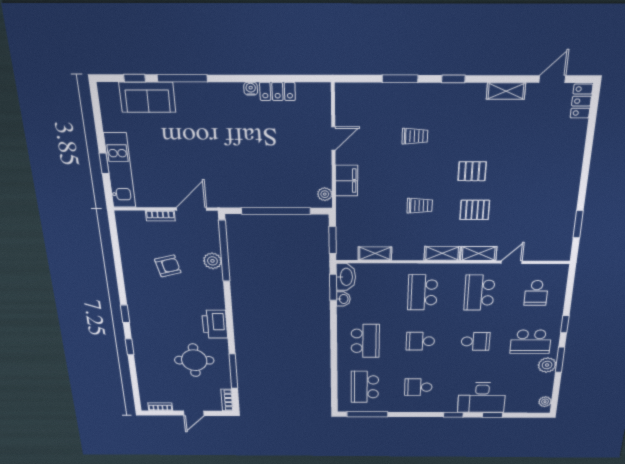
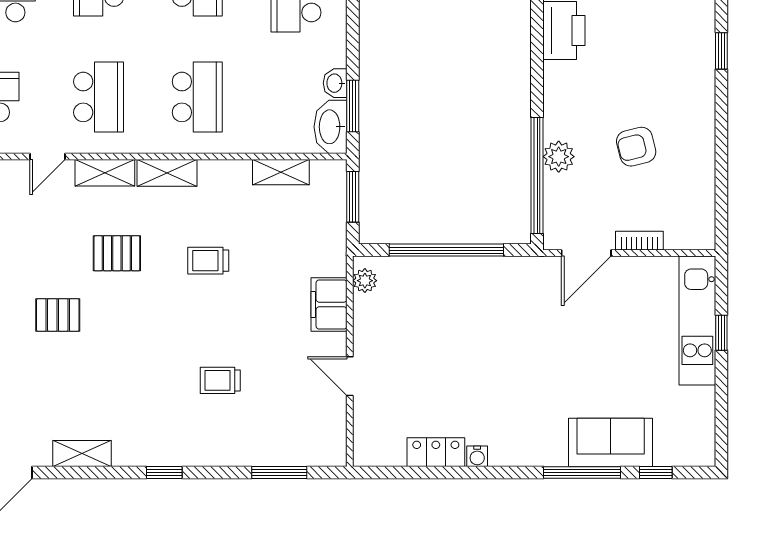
window: (400, 79) -> (279, 472), moved
sofa: (147, 97) -> (611, 442), moved
door: (333, 138) -> (350, 376), hinge flipped
pallet: (472, 171) -> (58, 315), moved

